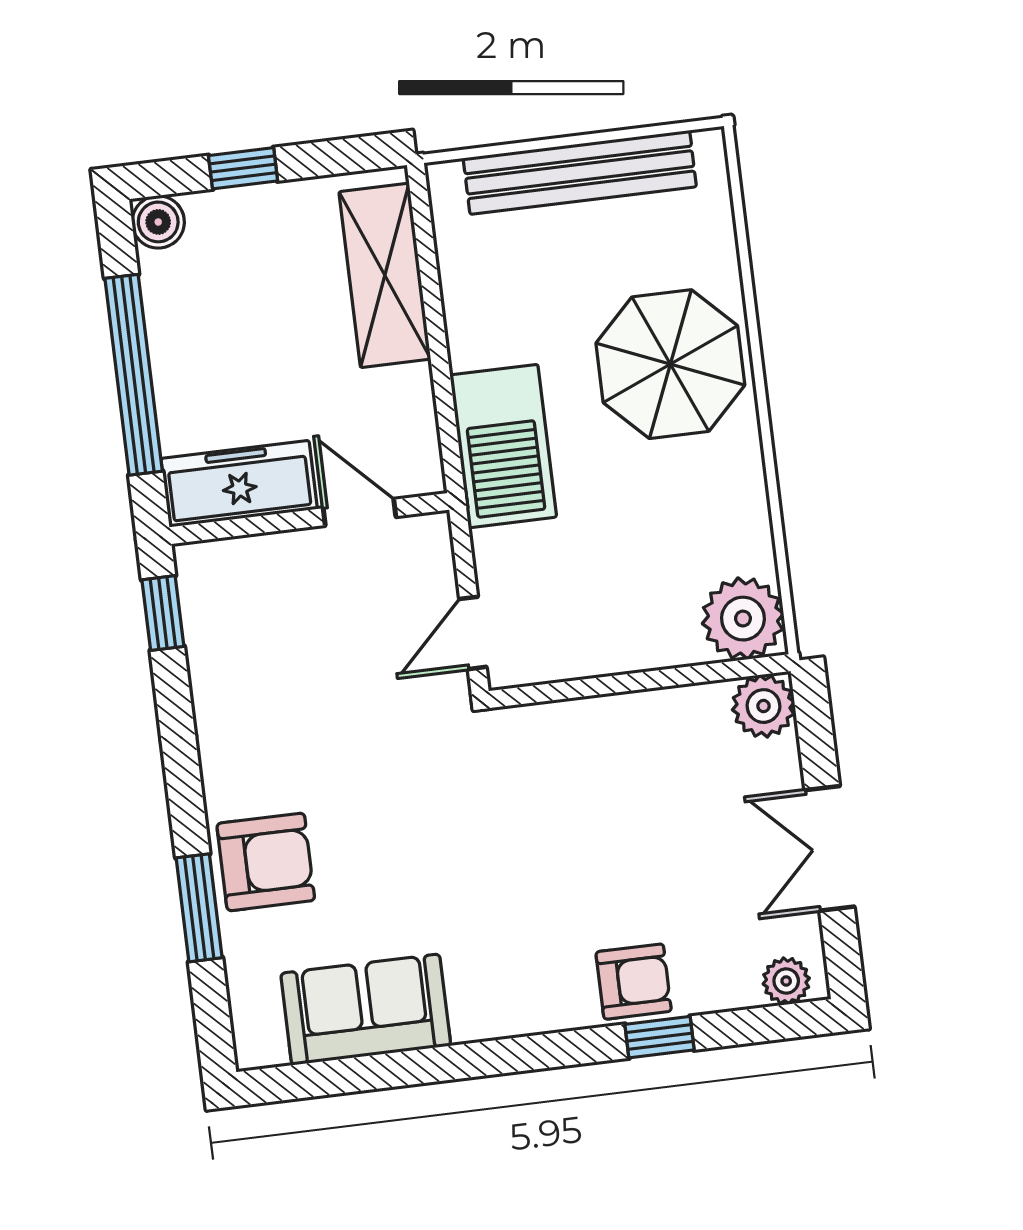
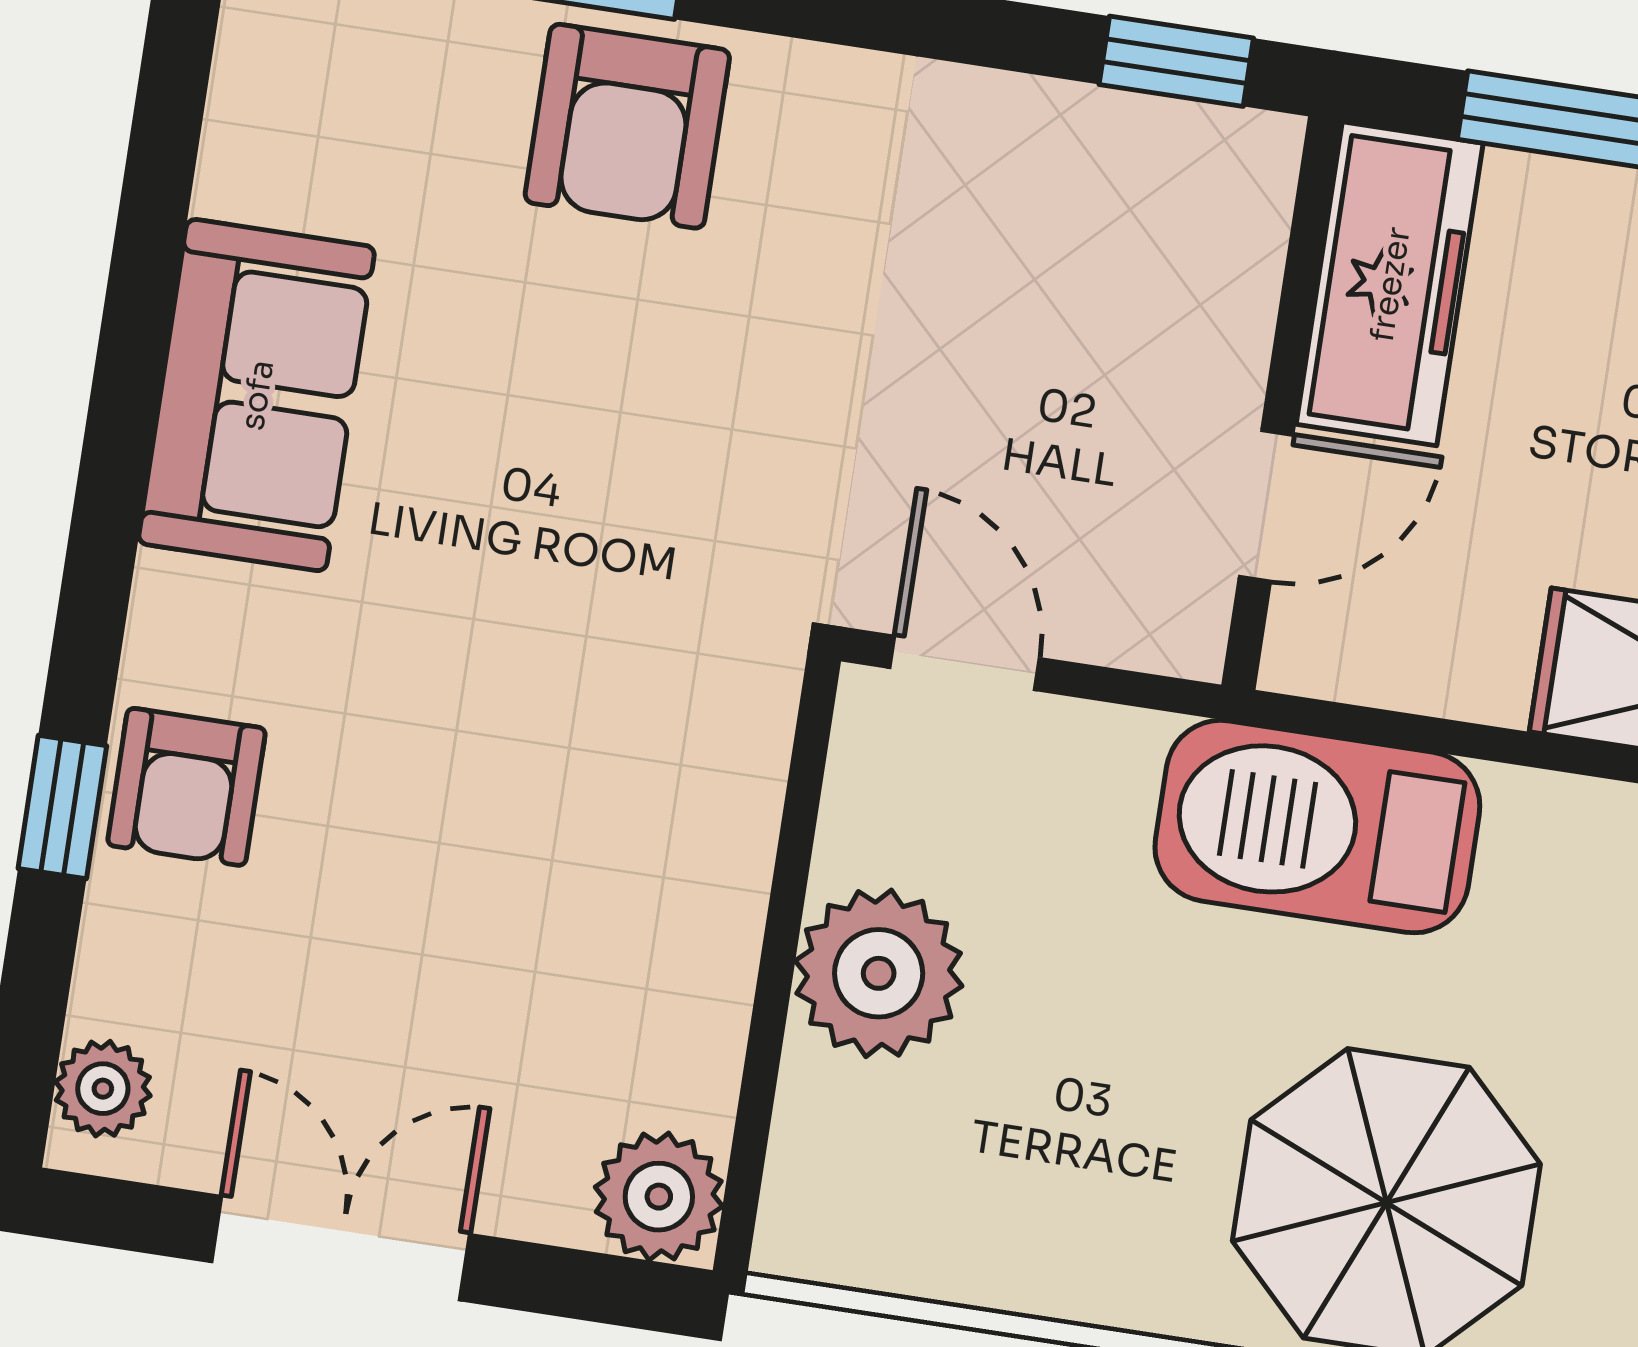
plant: (743, 619) -> (879, 973), moved
sofa: (366, 1010) -> (257, 395), moved

